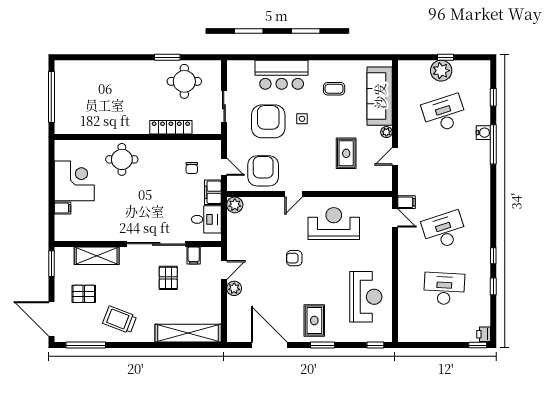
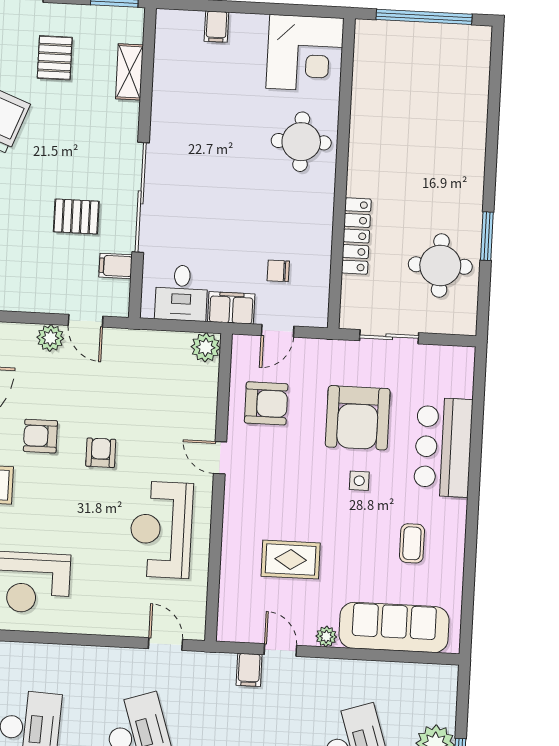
armchair: (268, 121) -> (358, 418), turned 90
armchair: (263, 171) -> (266, 403), width x0.73, depth x0.73
corner desk: (74, 181) -> (305, 53), moved
filing cabinet: (406, 202) -> (249, 670), moved
door: (395, 218) -> (165, 644), swing flipped
reception desk: (334, 224) -> (161, 530), turned 180
shelving: (97, 256) -> (129, 72), width x0.67, depth x0.75
armchair: (287, 291) -> (40, 436), added

